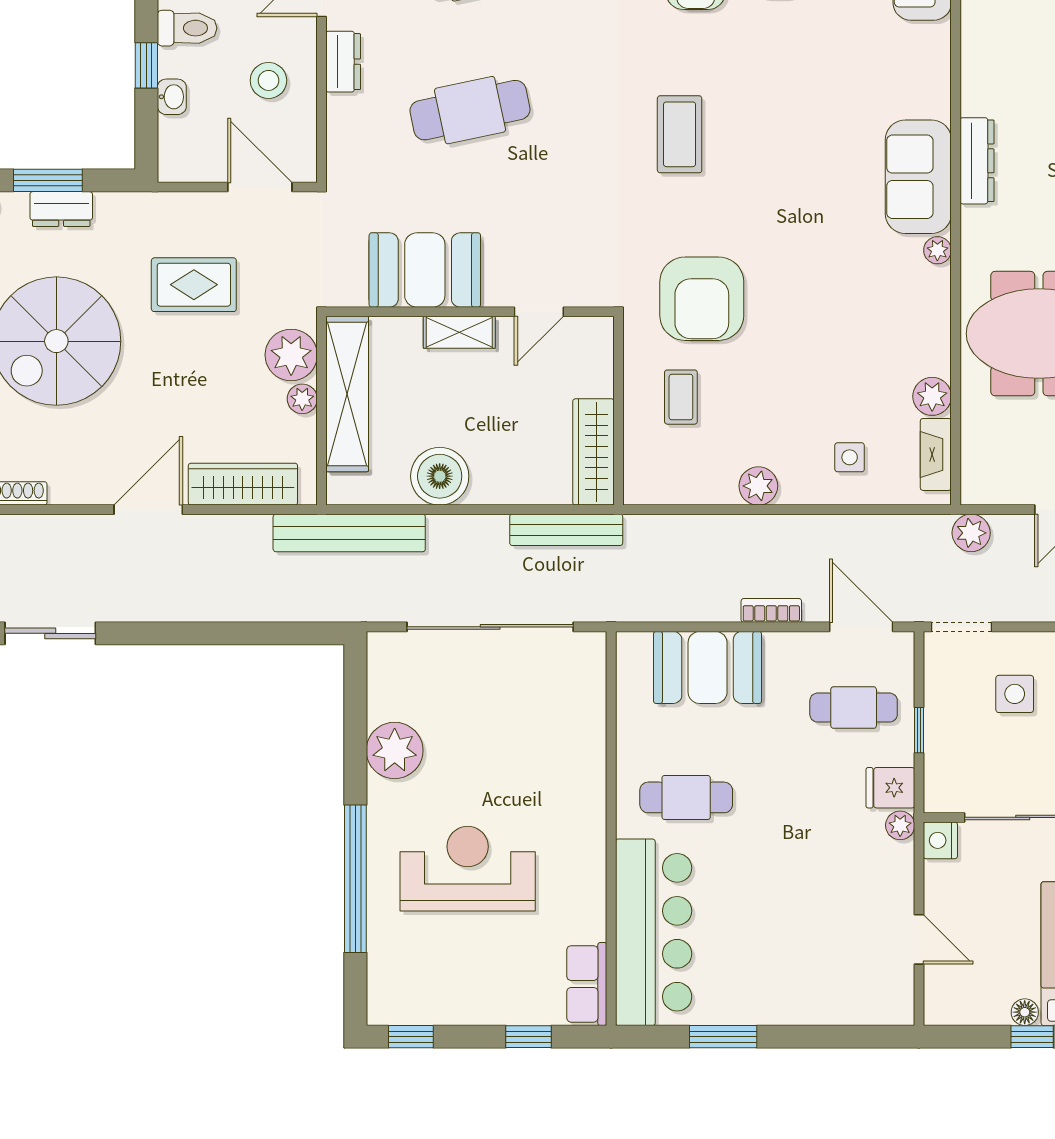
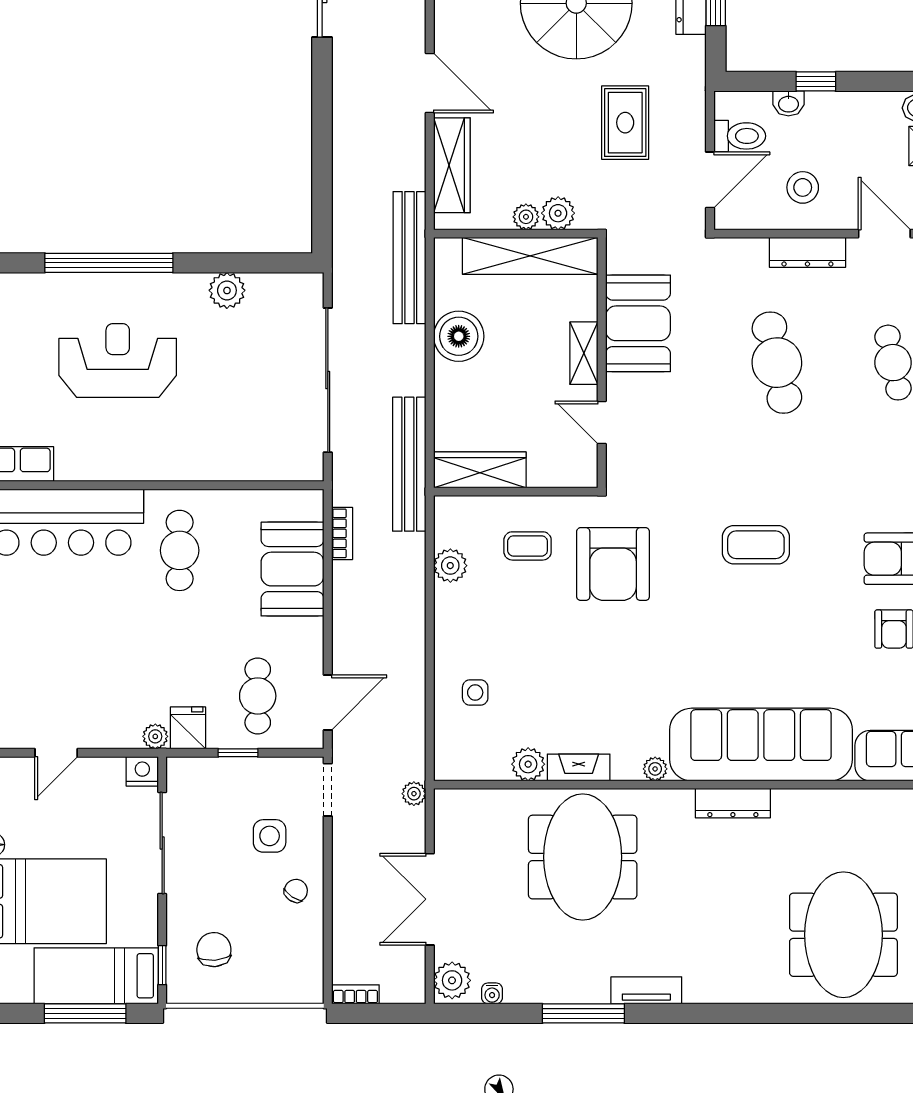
toilet: (187, 28) -> (740, 136), moved, turned -90
dresser: (343, 62) -> (807, 252), width x1.44
sofa: (918, 177) -> (761, 745), width x1.85, depth x1.27
armchair: (702, 299) -> (613, 564), turned -90
plant: (291, 355) -> (558, 213), width x0.73, depth x0.73
fireplace: (936, 454) -> (579, 767), moved
plant: (758, 486) -> (450, 566), moved
bench: (566, 530) -> (409, 464), width x1.37, depth x1.21
plant: (971, 533) -> (414, 794), width x0.73, depth x0.73
bookcase: (771, 610) -> (342, 533), moved
plant: (395, 750) -> (227, 290), width x0.73, depth x0.73
reception desk: (468, 869) -> (118, 361), turned -90

